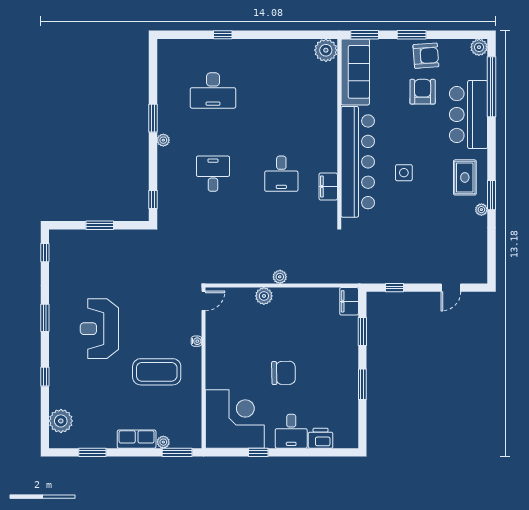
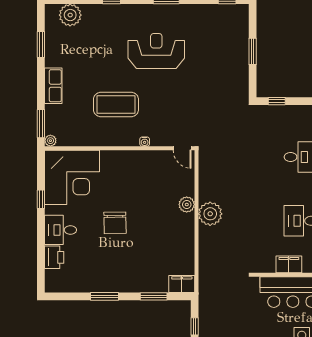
plant: (280, 277) -> (210, 214), width x1.87, depth x1.87
coffee table: (157, 372) -> (116, 104), turned 90
plant: (163, 442) -> (50, 141), moved

